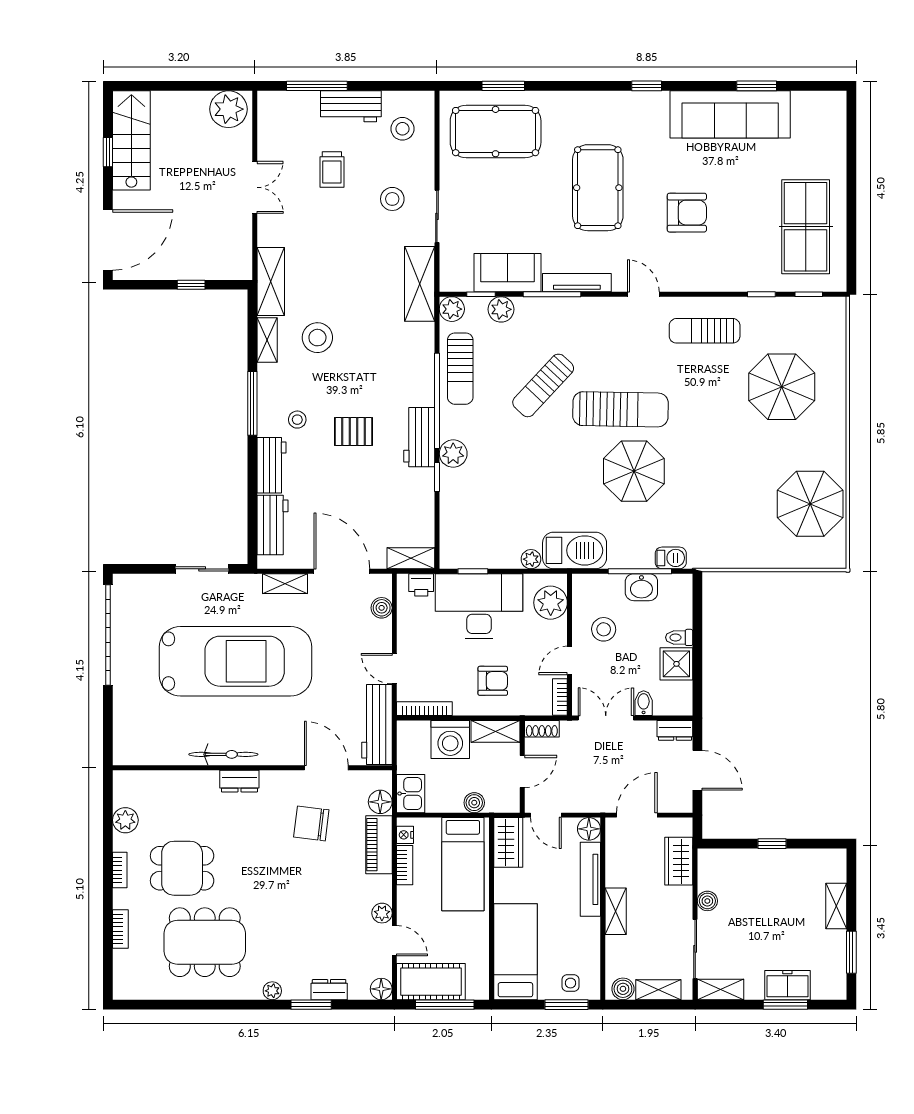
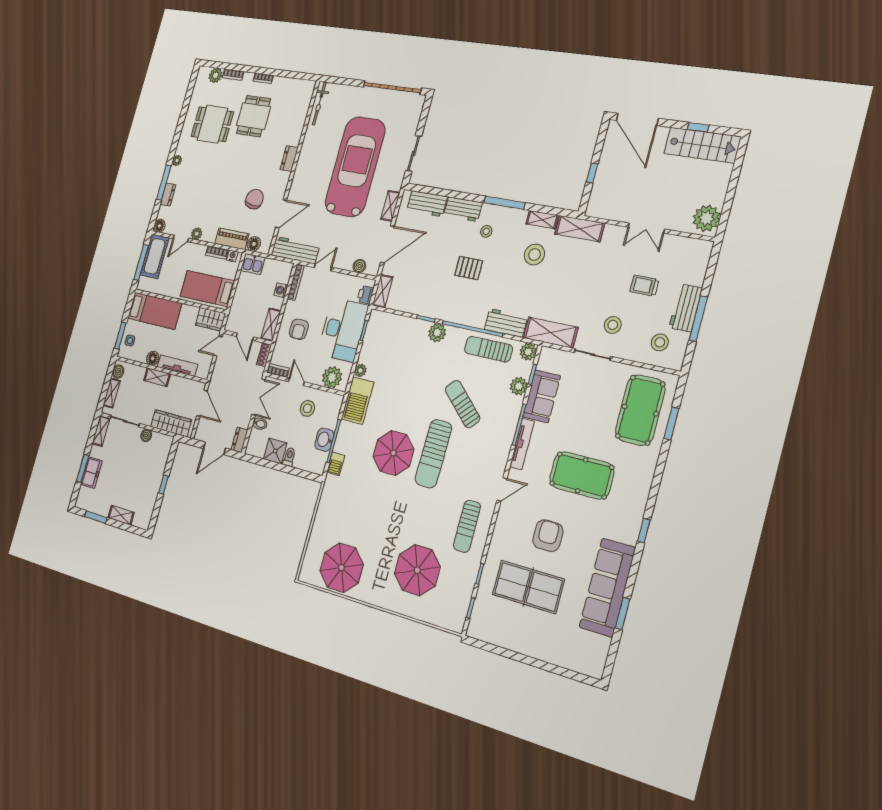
window: (317, 86) -> (698, 319), moved
armchair: (687, 213) -> (548, 536), turned 180
table tennis table: (806, 227) -> (528, 587), moved
sun lounger: (705, 331) -> (467, 526), turned 180
pallet: (353, 432) -> (469, 268), turned 90
workbench: (419, 437) -> (506, 323), moved
car: (235, 661) -> (355, 167), turned 180
washing machine: (450, 740) -> (281, 290), width x0.53, depth x0.53
bicycle: (223, 754) -> (319, 103), moved
boiler: (474, 803) -> (237, 303), removed
plant: (125, 820) -> (215, 75), moved
floor lamp: (589, 829) -> (153, 358), moved
wardrobe: (679, 861) -> (171, 423), width x1.50
dining table: (205, 942) -> (212, 124), width x0.73
window: (311, 1005) -> (164, 183), width x1.44

